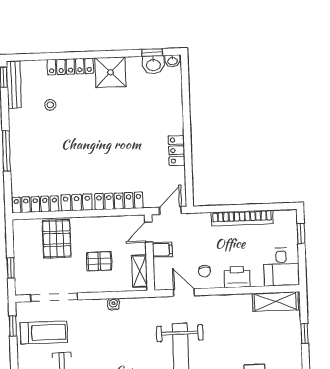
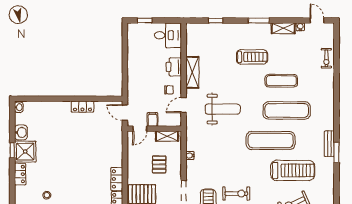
window: (152, 52) -> (12, 150), moved
washbasin: (153, 65) -> (21, 132), moved
locker: (70, 66) -> (20, 174), width x0.66
locker: (119, 201) -> (117, 149), removed
bookcase: (242, 218) -> (132, 62), removed
door: (149, 232) -> (140, 129), hinge flipped
shelving: (275, 302) -> (192, 72), moved

